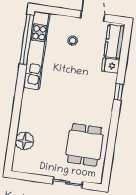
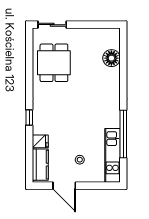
window: (27, 39) -> (123, 134), moved
kitchen unit: (37, 50) -> (112, 155), width x0.73
sliding door: (68, 183) -> (52, 25), moved

